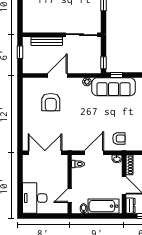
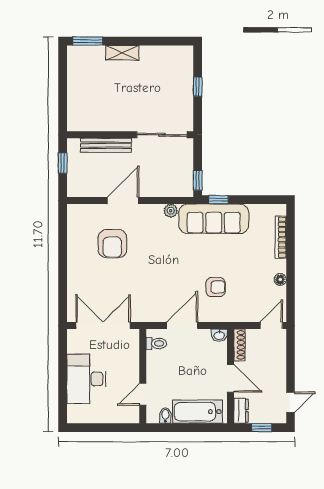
armchair: (119, 138) -> (216, 287), moved
desk: (35, 198) -> (86, 379), moved

